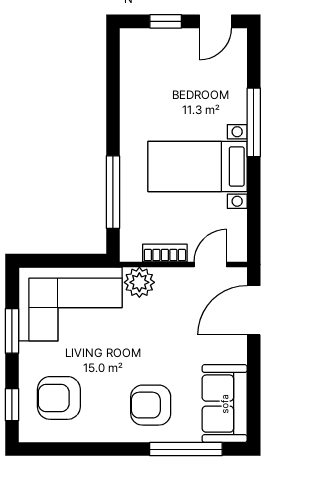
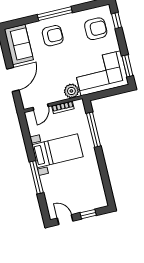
door: (216, 21) -> (65, 220), hinge flipped
door: (254, 310) -> (13, 79), moved
window: (12, 331) -> (127, 66), moved
window: (186, 449) -> (55, 14), moved

